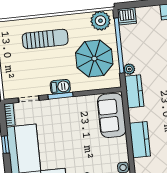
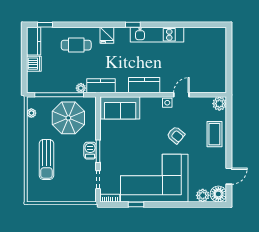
dishwasher: (127, 16) -> (34, 64), moved
plant: (100, 21) -> (31, 113), width x0.53, depth x0.53
sun lounger: (45, 39) -> (46, 160), turned 180

